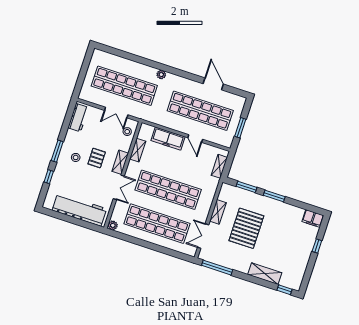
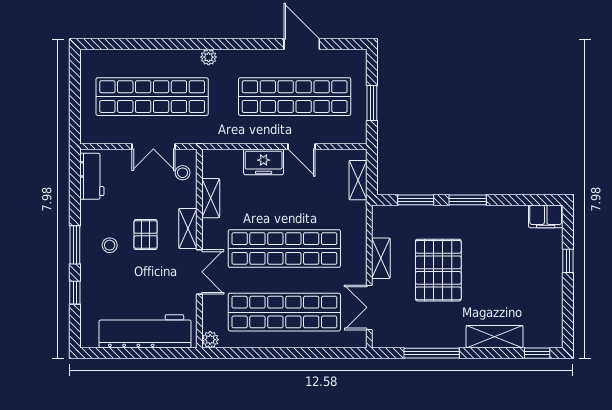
freezer: (168, 139) -> (264, 162), width x0.71
window: (217, 268) -> (432, 353), moved

